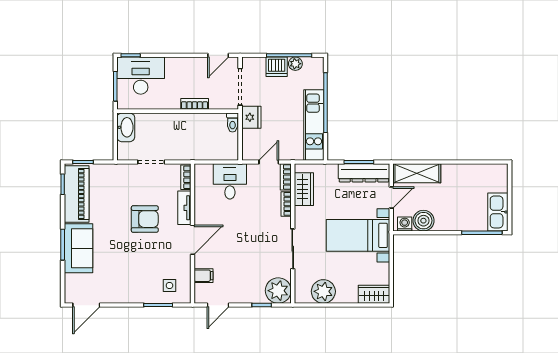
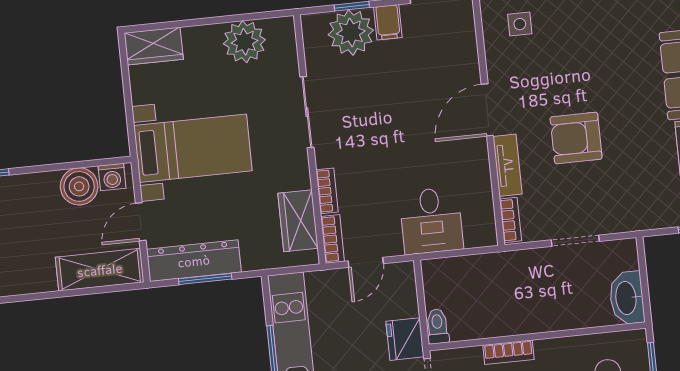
filing cabinet: (203, 276) -> (388, 22), moved, turned -90
plant: (278, 291) -> (351, 32), moved

